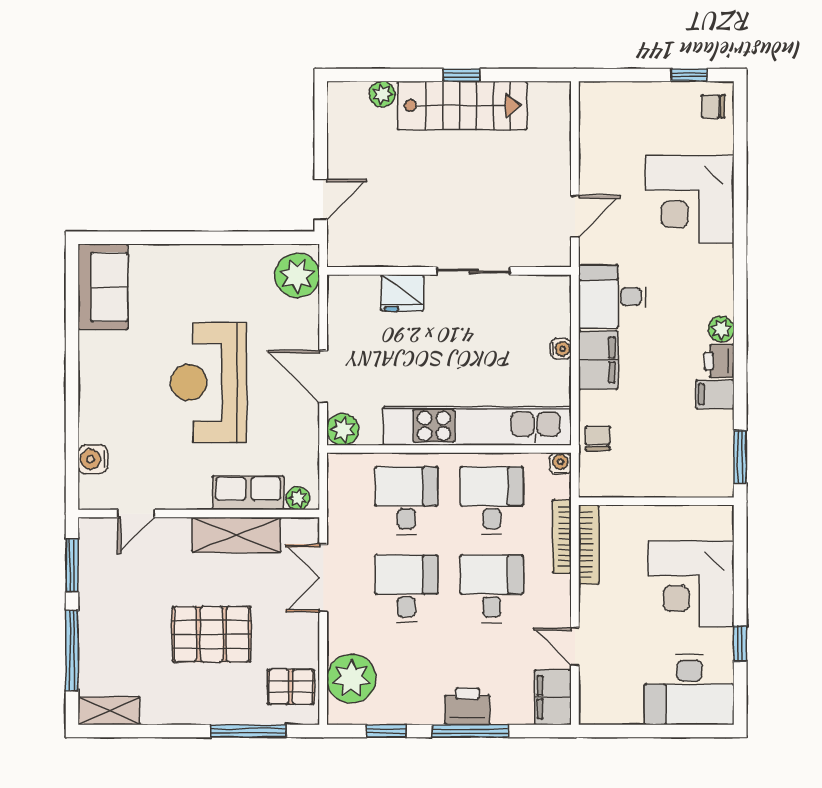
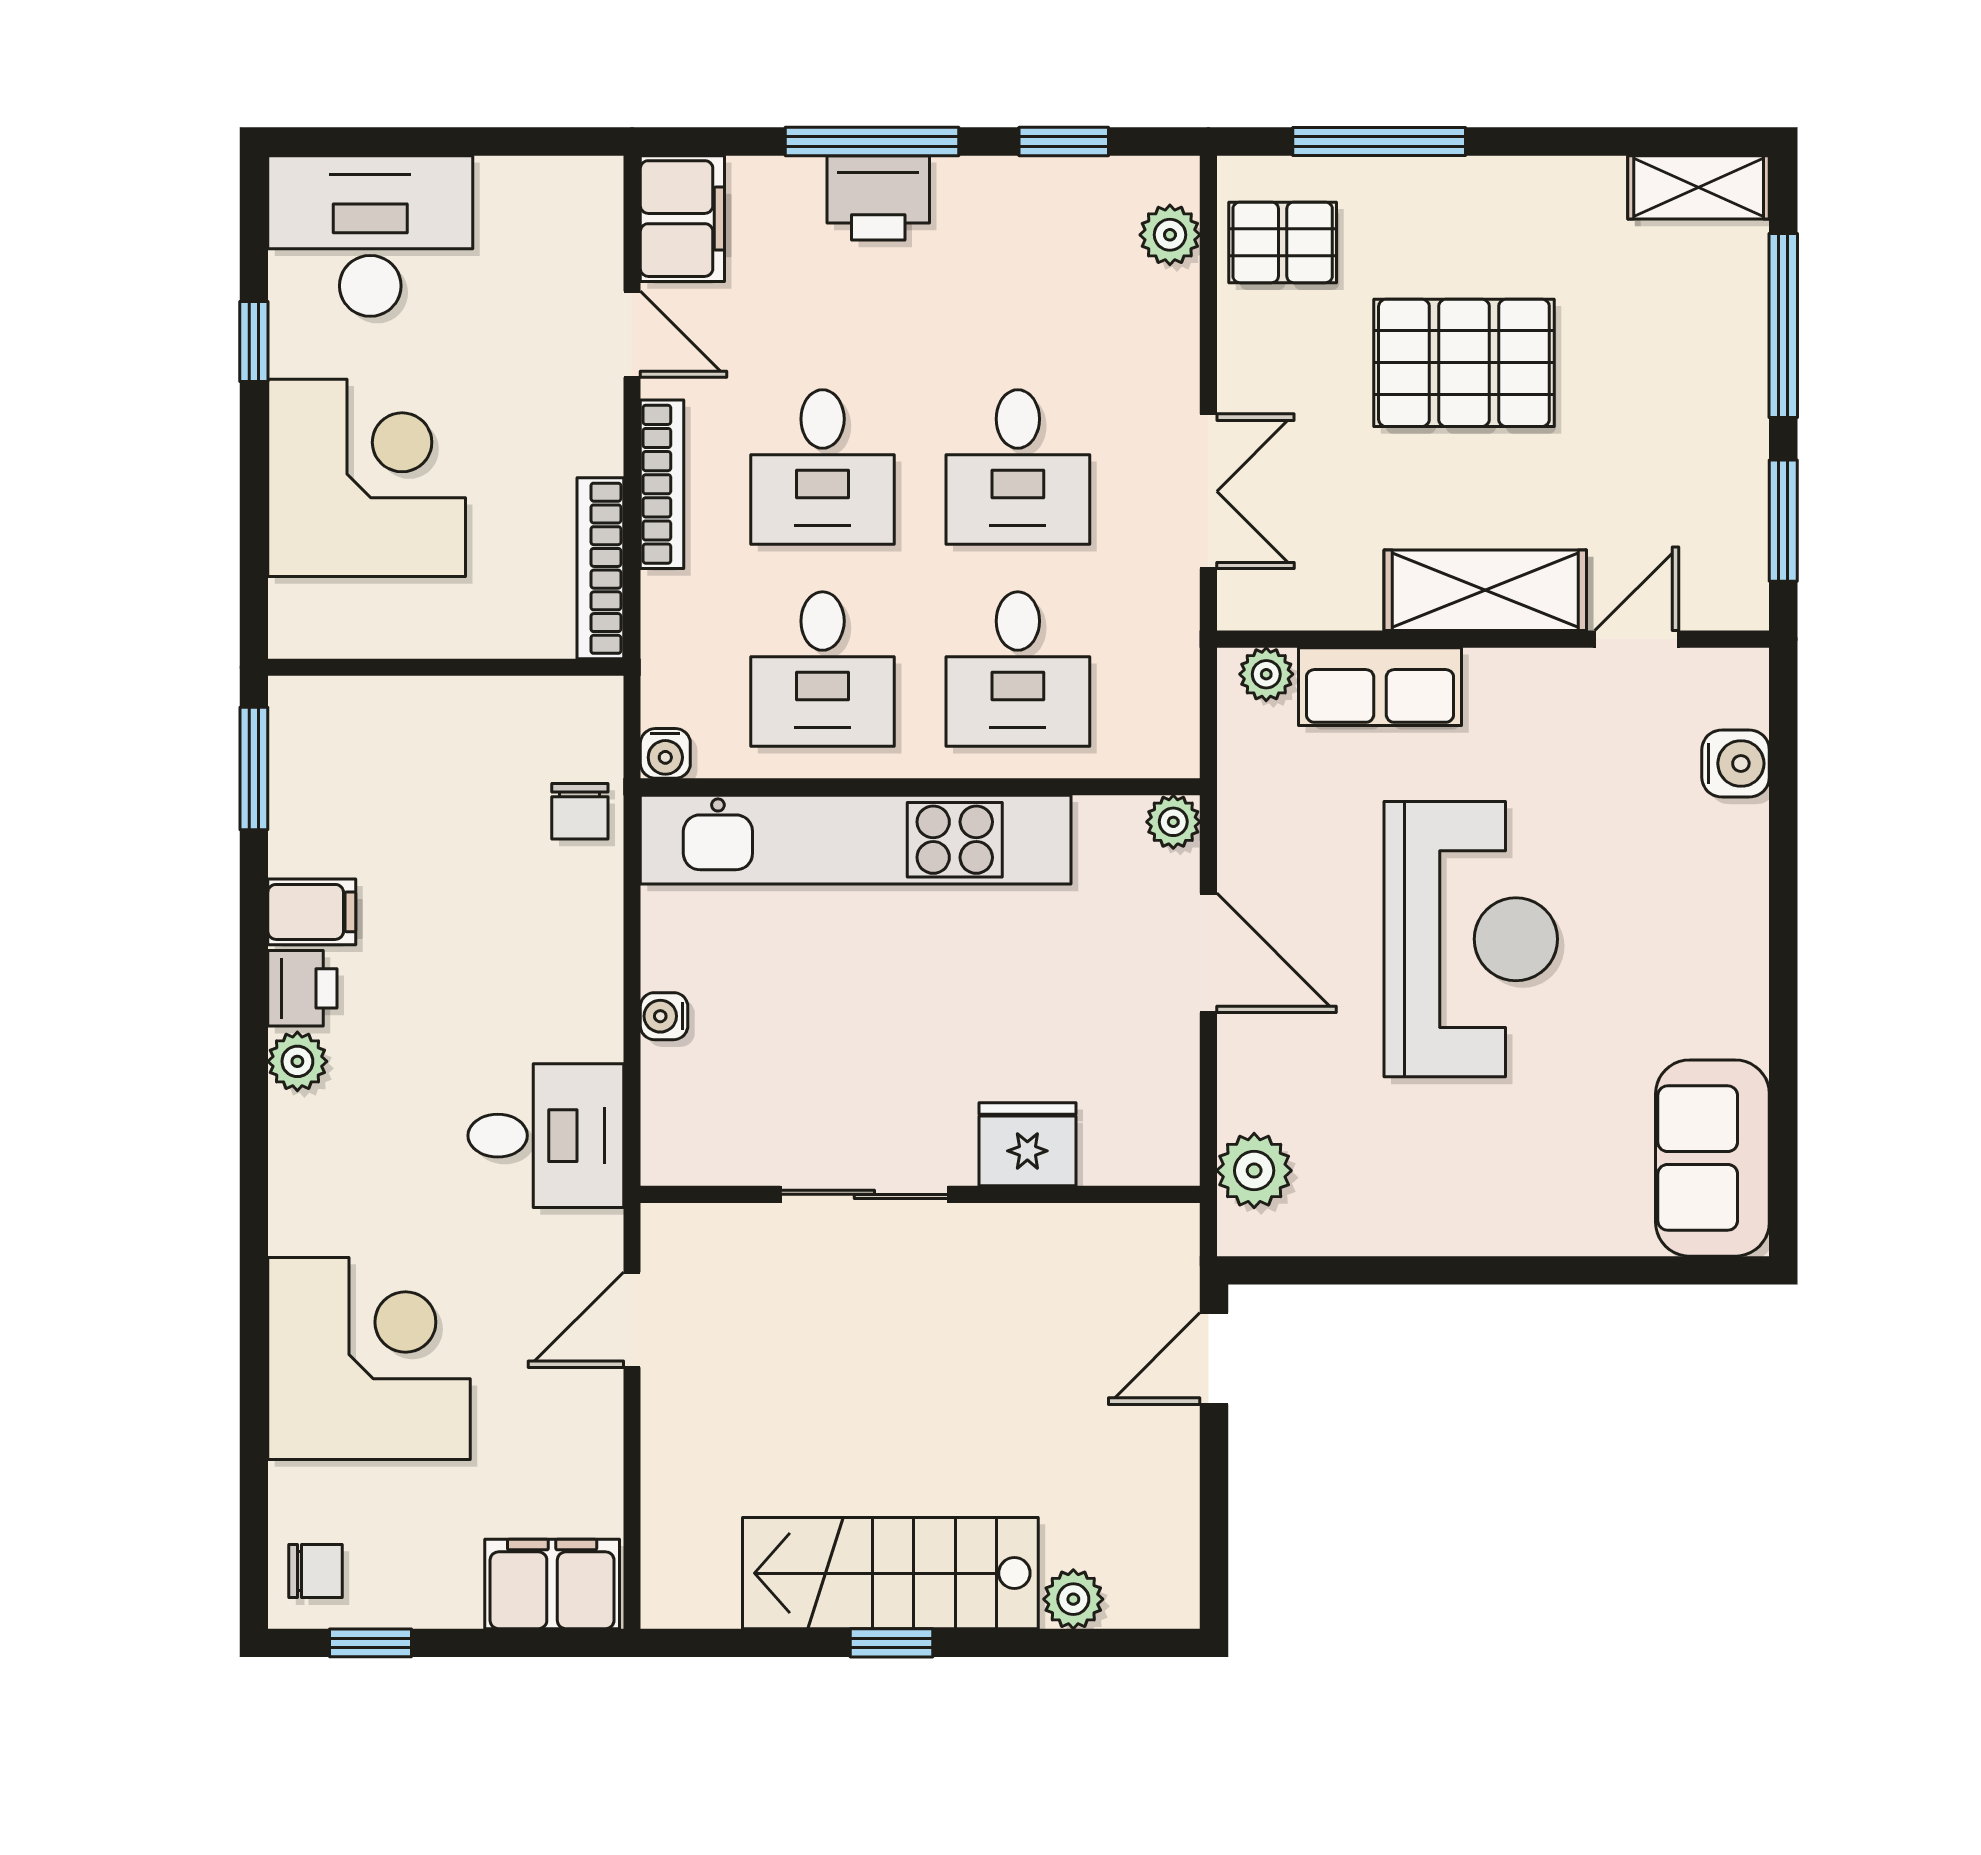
plant: (297, 275) -> (1254, 1171), width x0.73, depth x0.73
filing cabinet: (598, 360) -> (552, 1584), moved, turned 90
plant: (343, 429) -> (1173, 822), width x0.73, depth x0.73
shelving: (236, 535) -> (1485, 590), moved
bookcase: (562, 536) -> (662, 484), moved
plant: (351, 679) -> (1170, 235), width x0.53, depth x0.53

